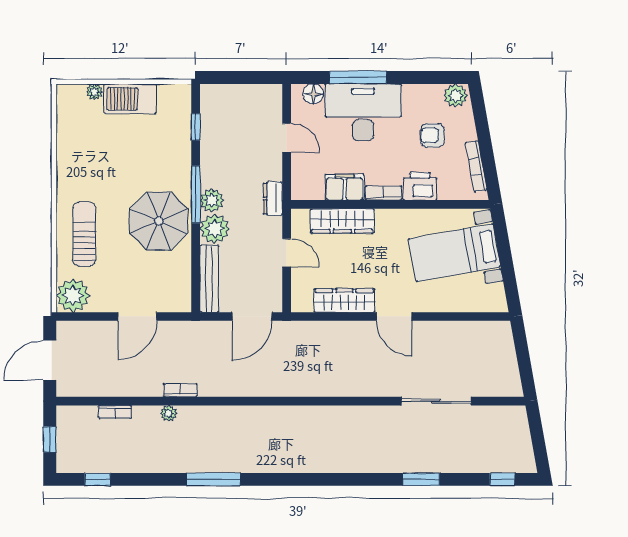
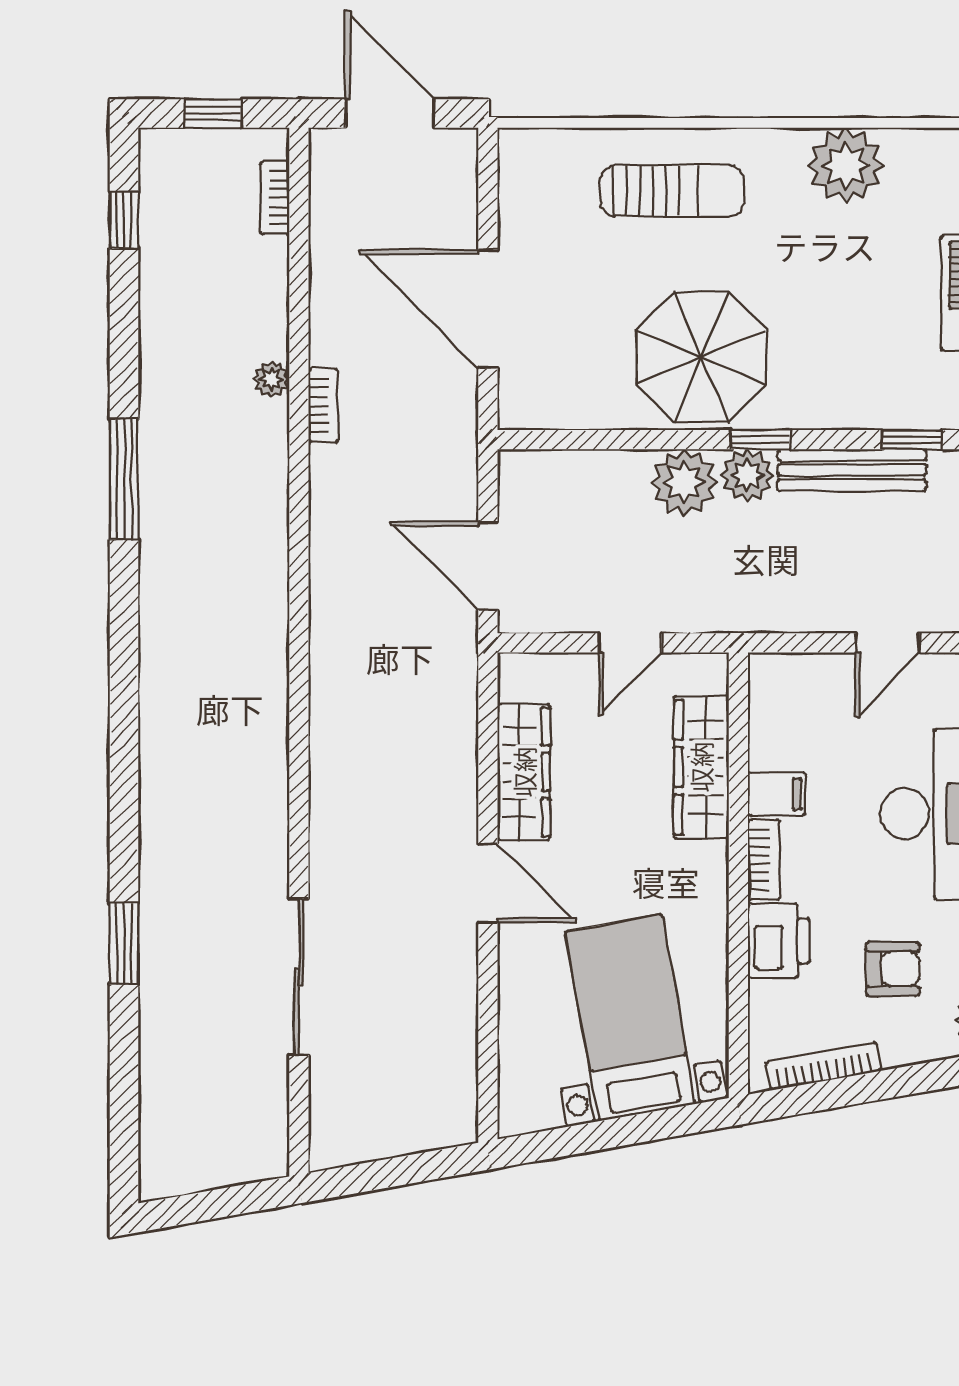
armchair: (433, 135) -> (893, 969), turned 90
filing cabinet: (345, 187) -> (777, 794), width x0.50
window: (196, 195) -> (761, 440), width x0.46
dresser: (273, 199) -> (751, 612), removed
bench: (209, 279) -> (852, 470), moved
plant: (73, 295) -> (846, 165), moved
door: (137, 316) -> (488, 309), width x1.36
door: (394, 316) -> (488, 883), swing flipped
bookcase: (115, 412) -> (275, 198), moved
window: (502, 479) -> (124, 1125), removed

